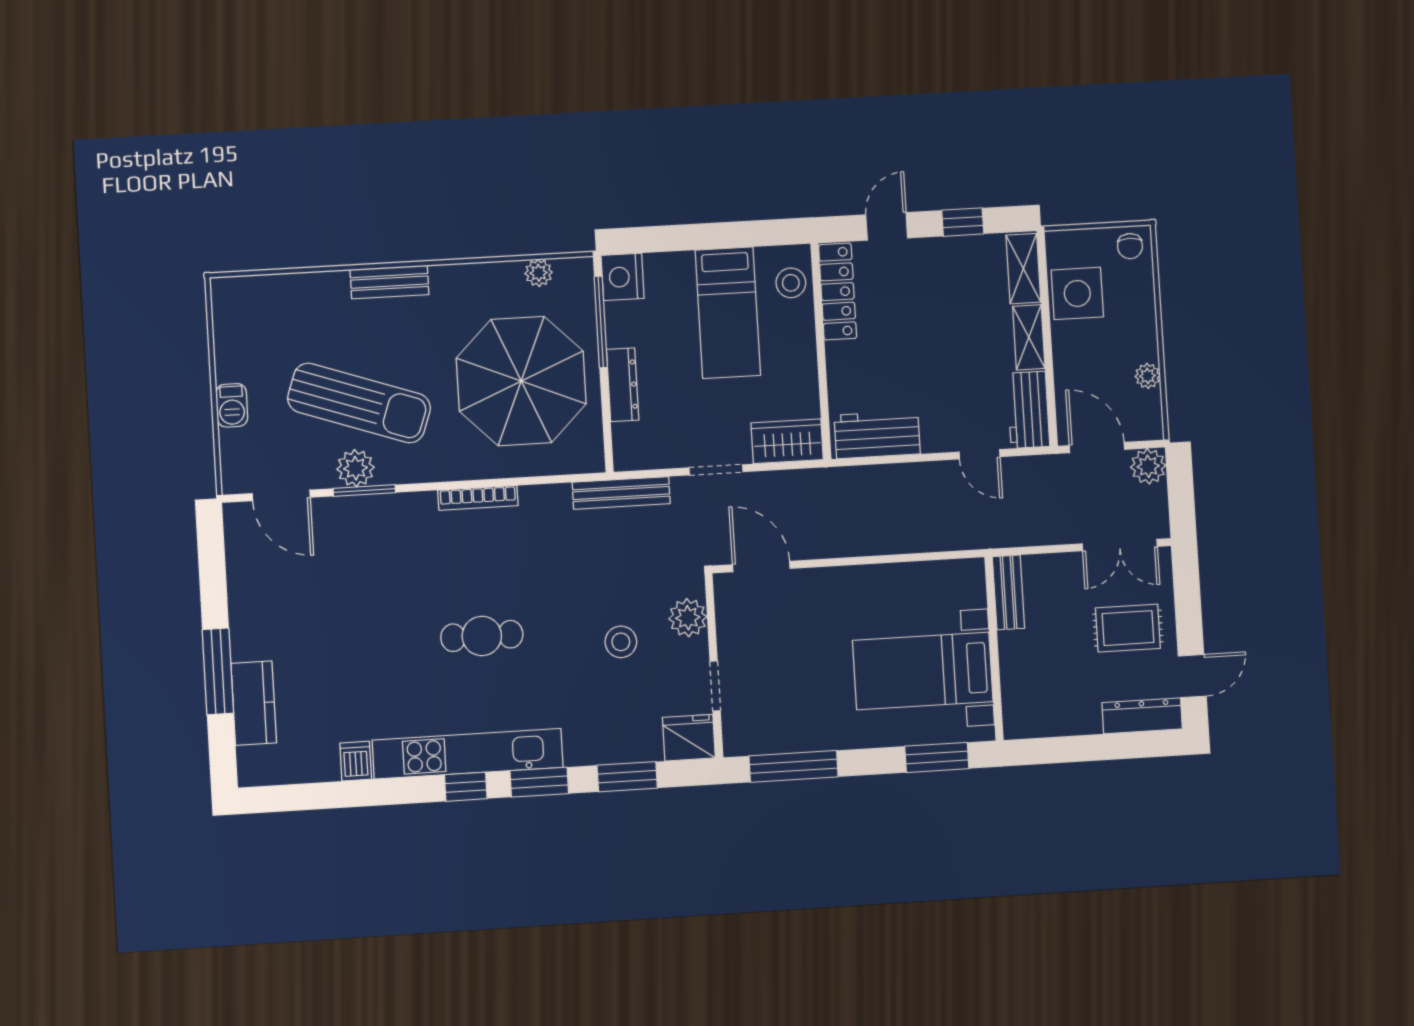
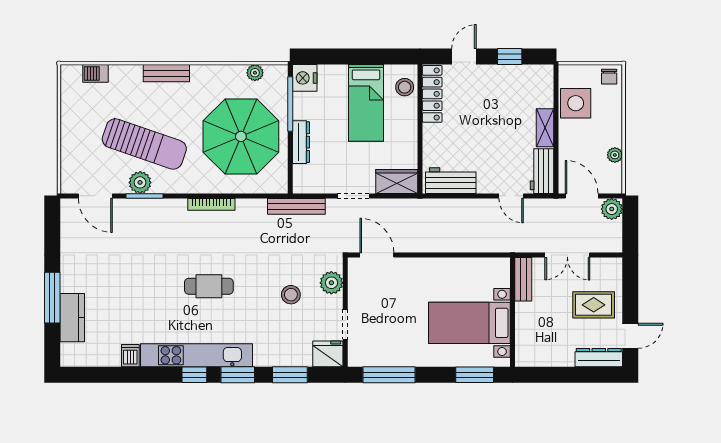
shelving: (1023, 269) -> (544, 87), removed
barbecue: (232, 405) -> (95, 73), moved, turned 90
double door: (1120, 545) -> (567, 255), moved

